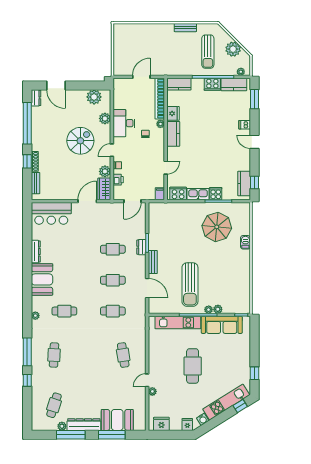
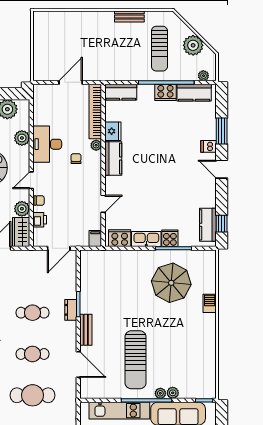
window: (254, 99) -> (222, 131), moved
cafe table: (113, 311) -> (32, 395), width x1.37, depth x1.35

